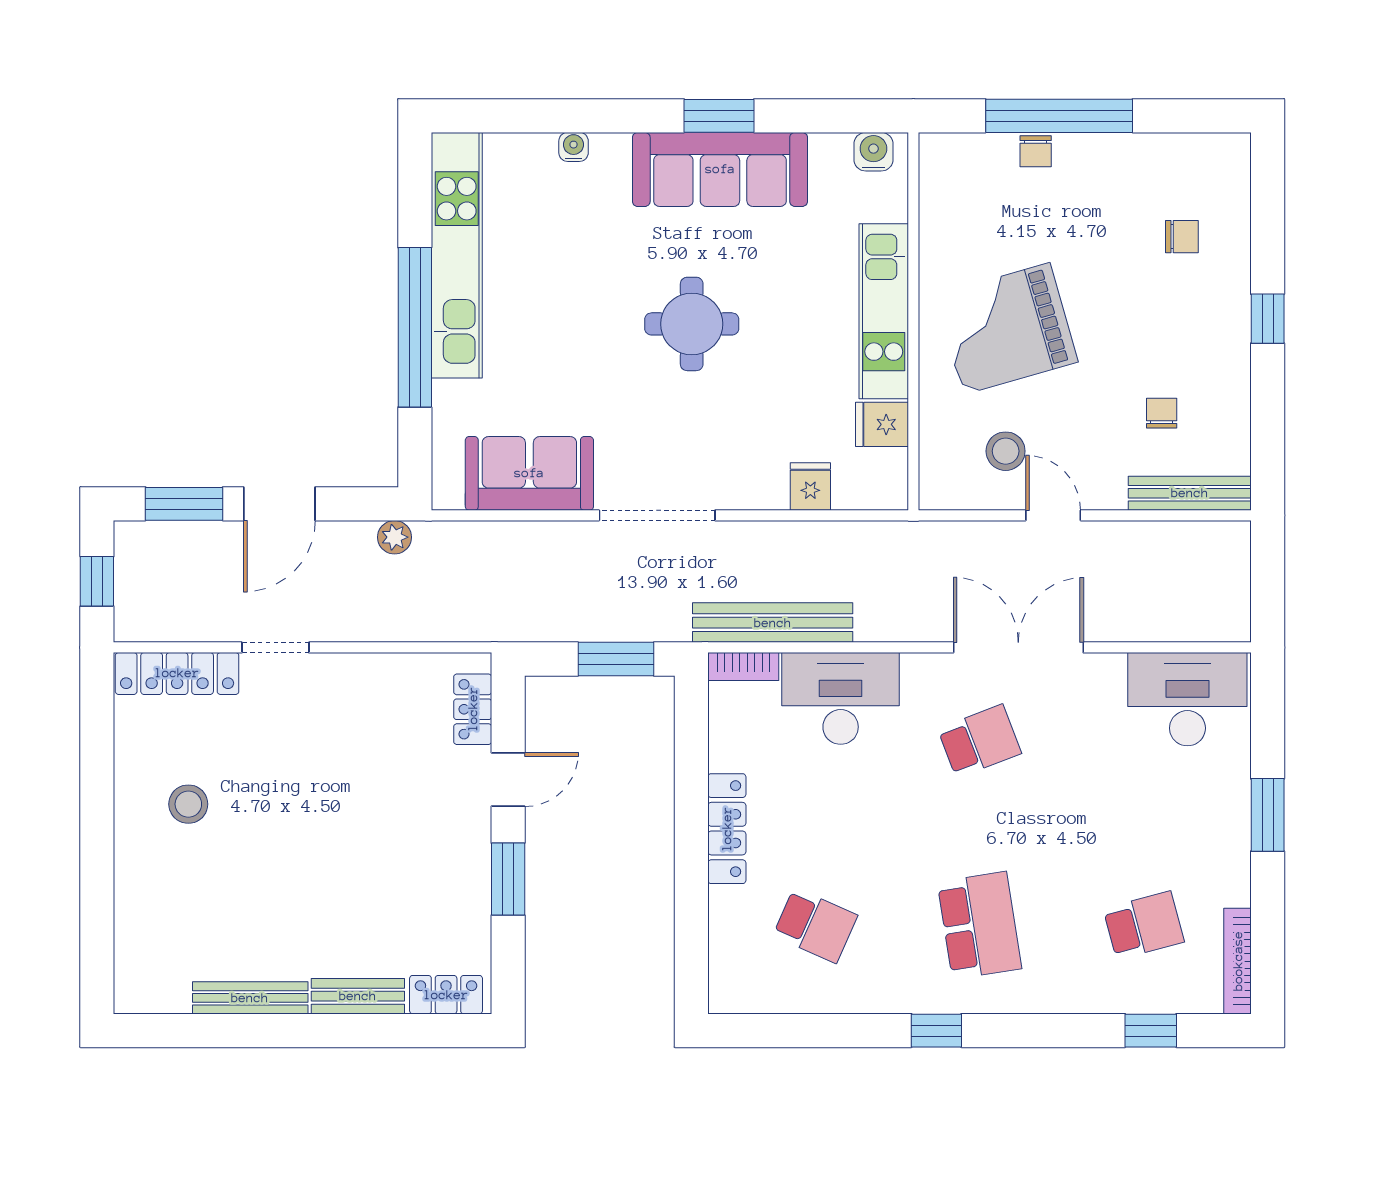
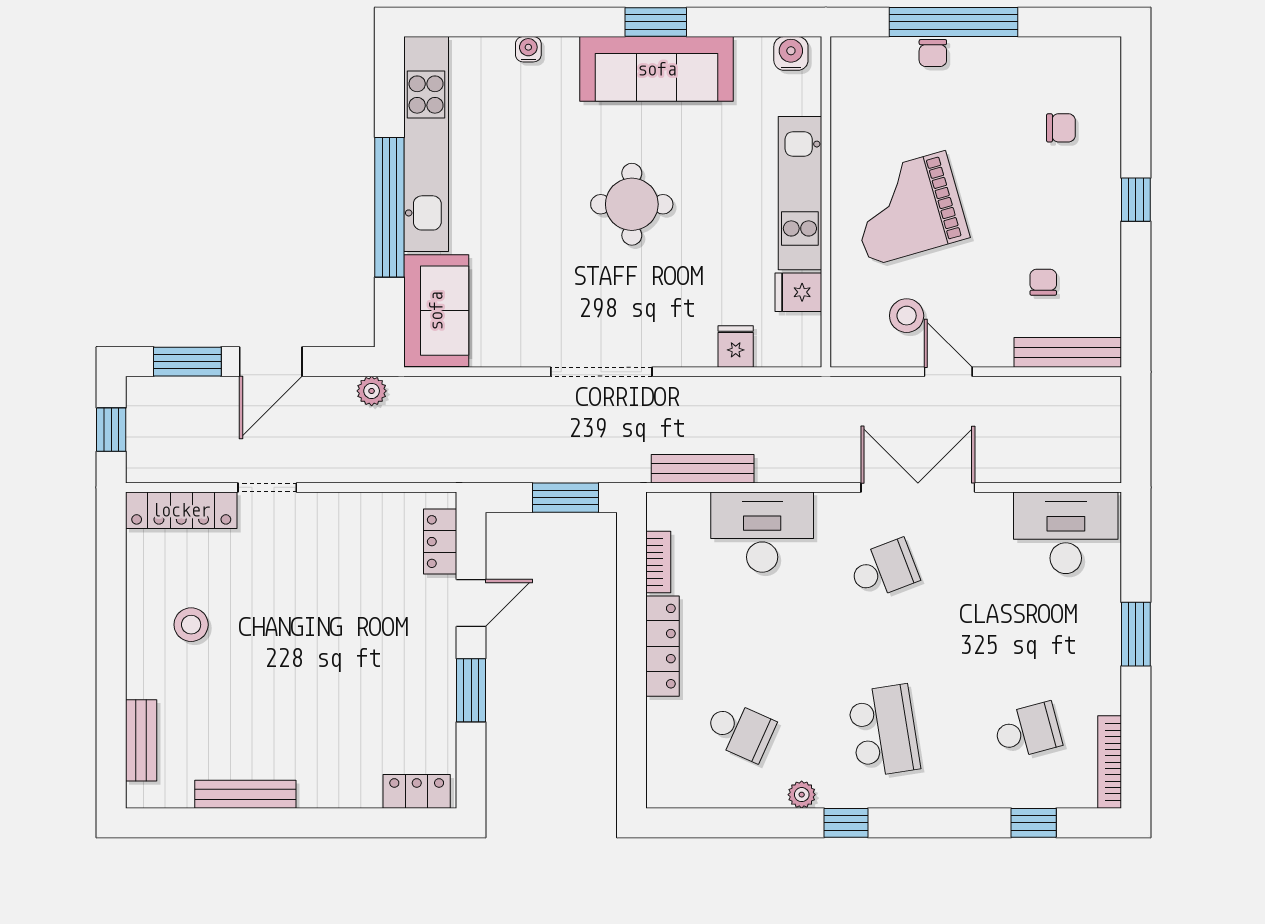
sofa: (529, 473) -> (436, 311), moved, turned 90
bench: (773, 623) -> (703, 469), width x0.73, depth x0.82
bookcase: (743, 667) -> (658, 562), moved, turned -90
bench: (358, 996) -> (141, 740), moved, turned 90
plant: (886, 998) -> (802, 795), added

